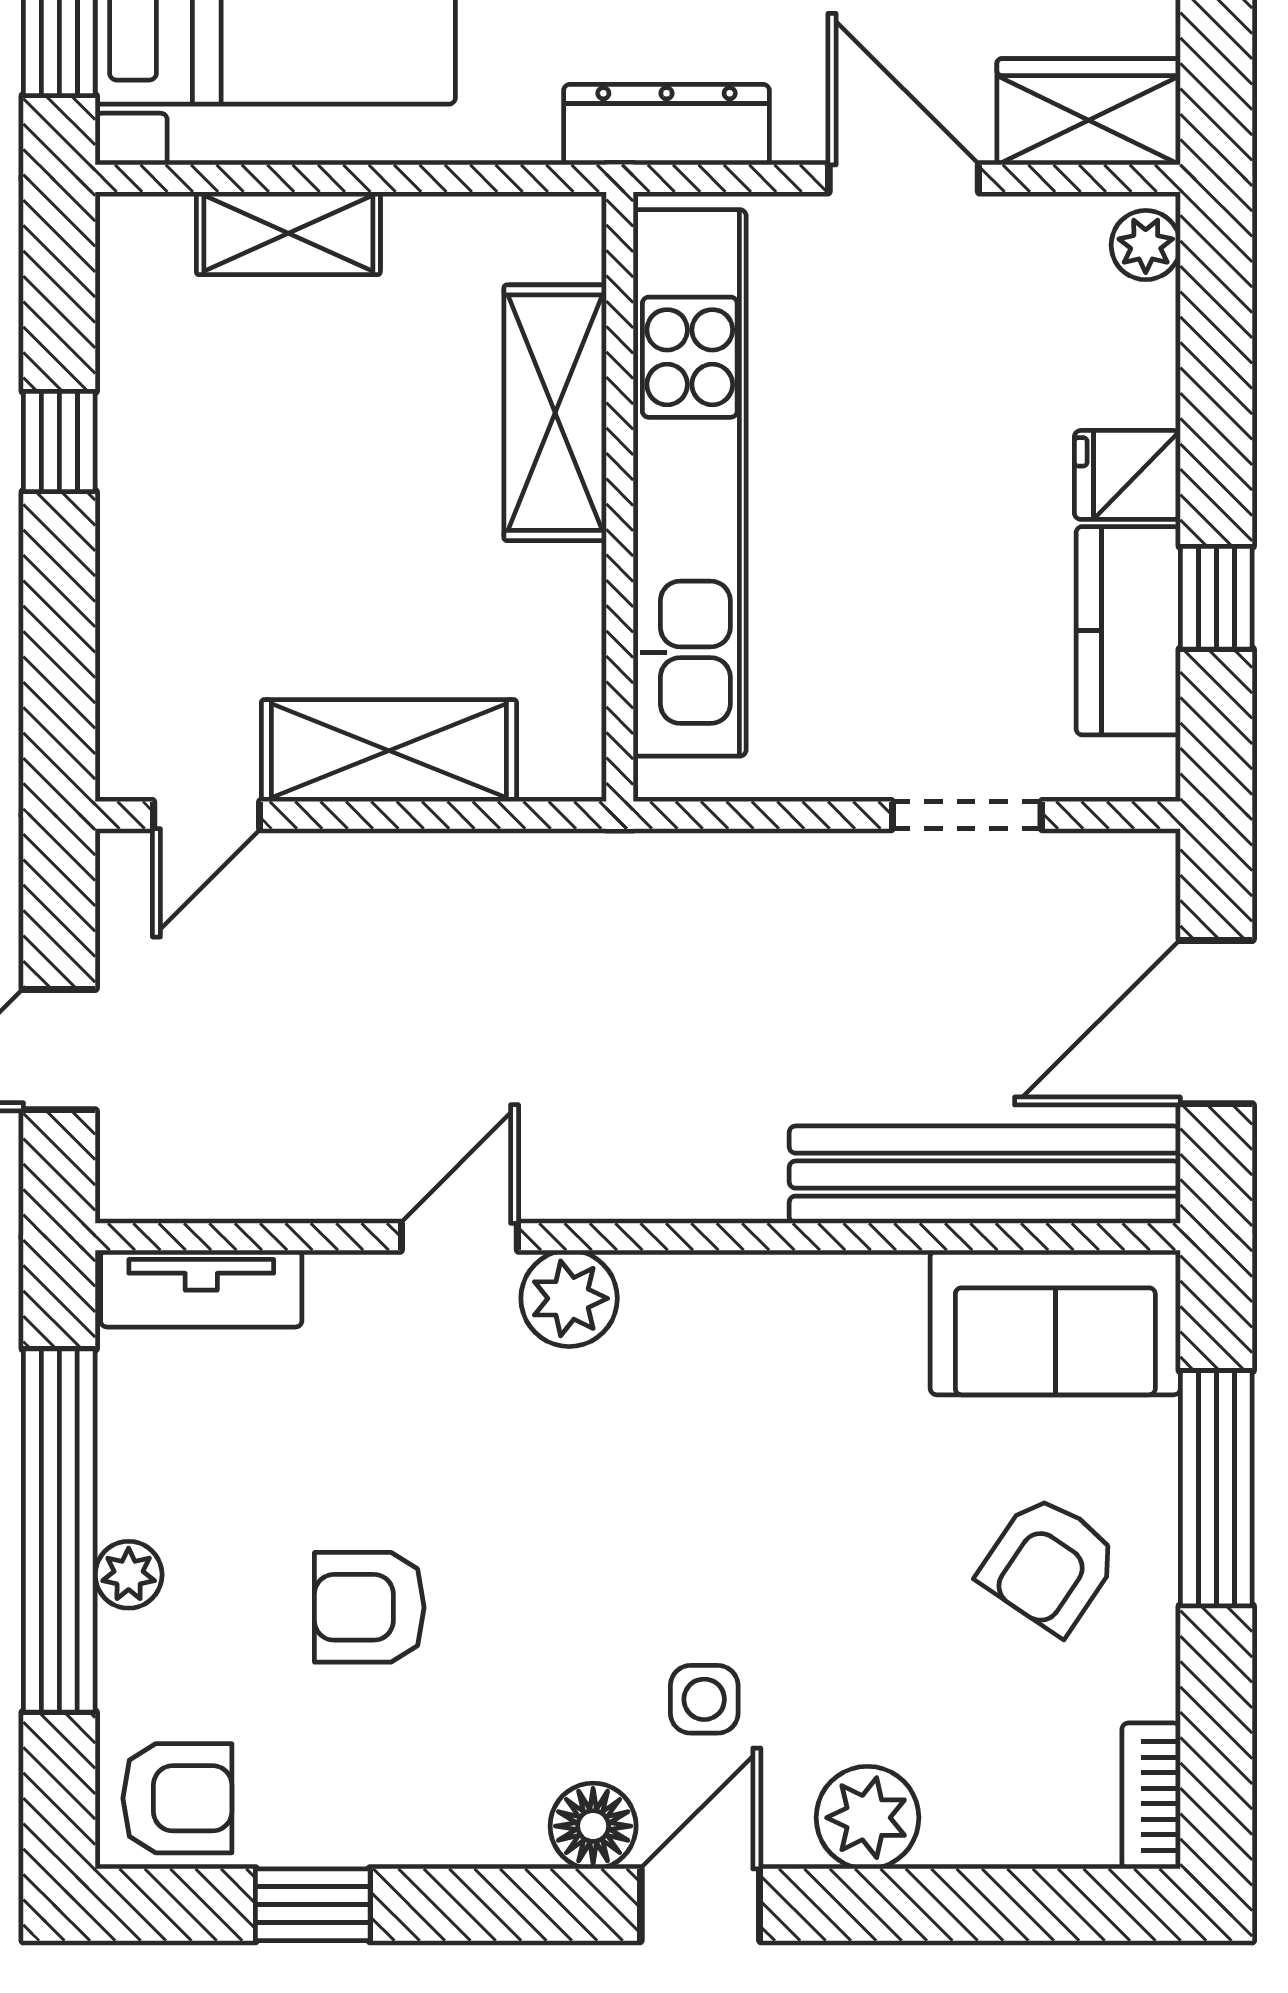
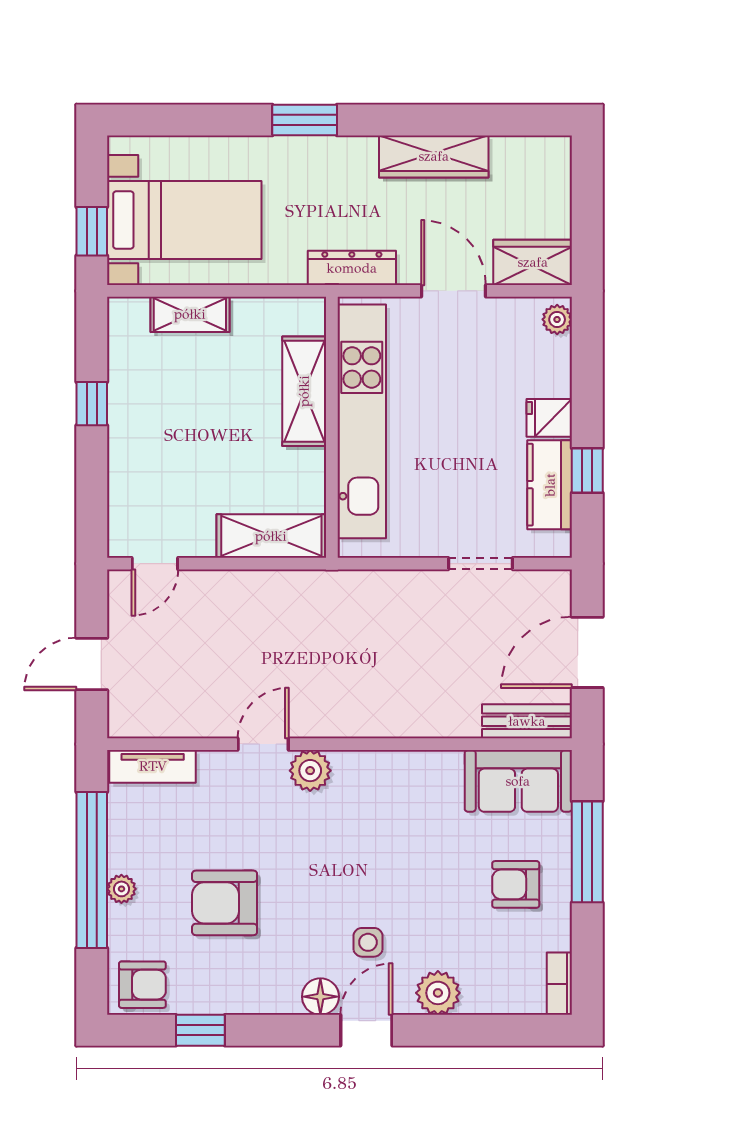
shelving: (389, 751) -> (271, 536), moved
bench: (985, 1175) -> (527, 721), width x0.54, depth x0.82
armchair: (1049, 1564) -> (516, 884), turned 56
armchair: (369, 1607) -> (225, 903), width x1.38, depth x1.38

